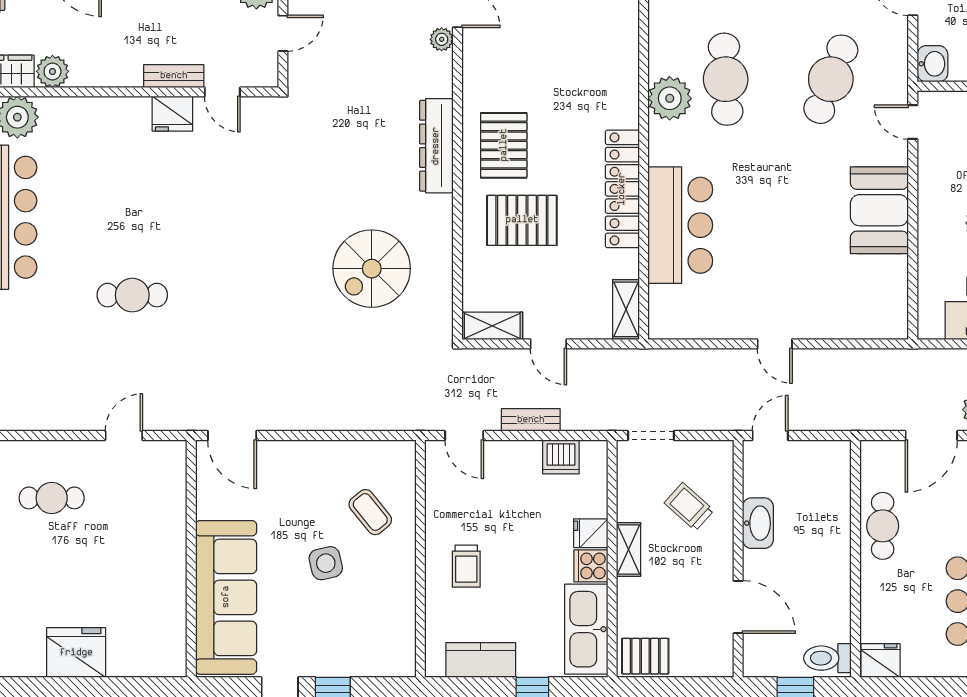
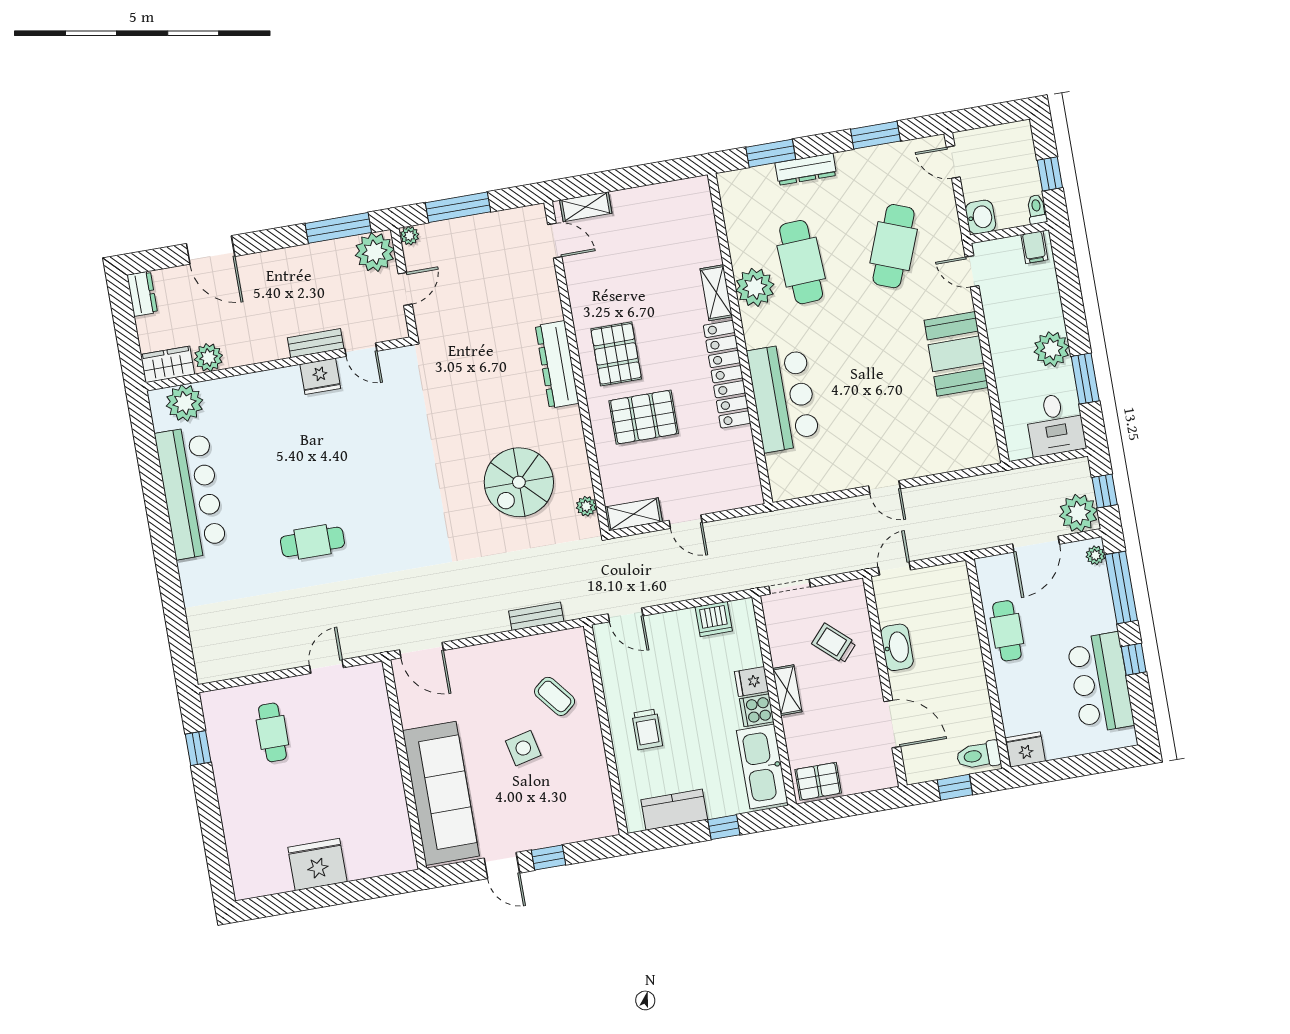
plant: (442, 39) -> (586, 506), moved
shelving: (626, 309) -> (716, 293), moved
bench: (531, 420) -> (536, 616), moved
cafe table: (52, 498) -> (272, 732), turned 90

